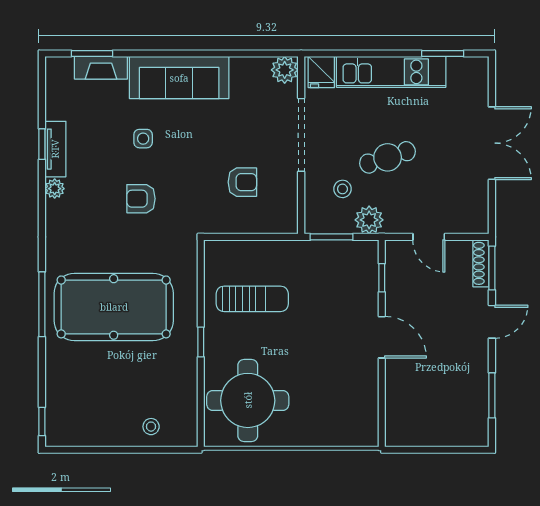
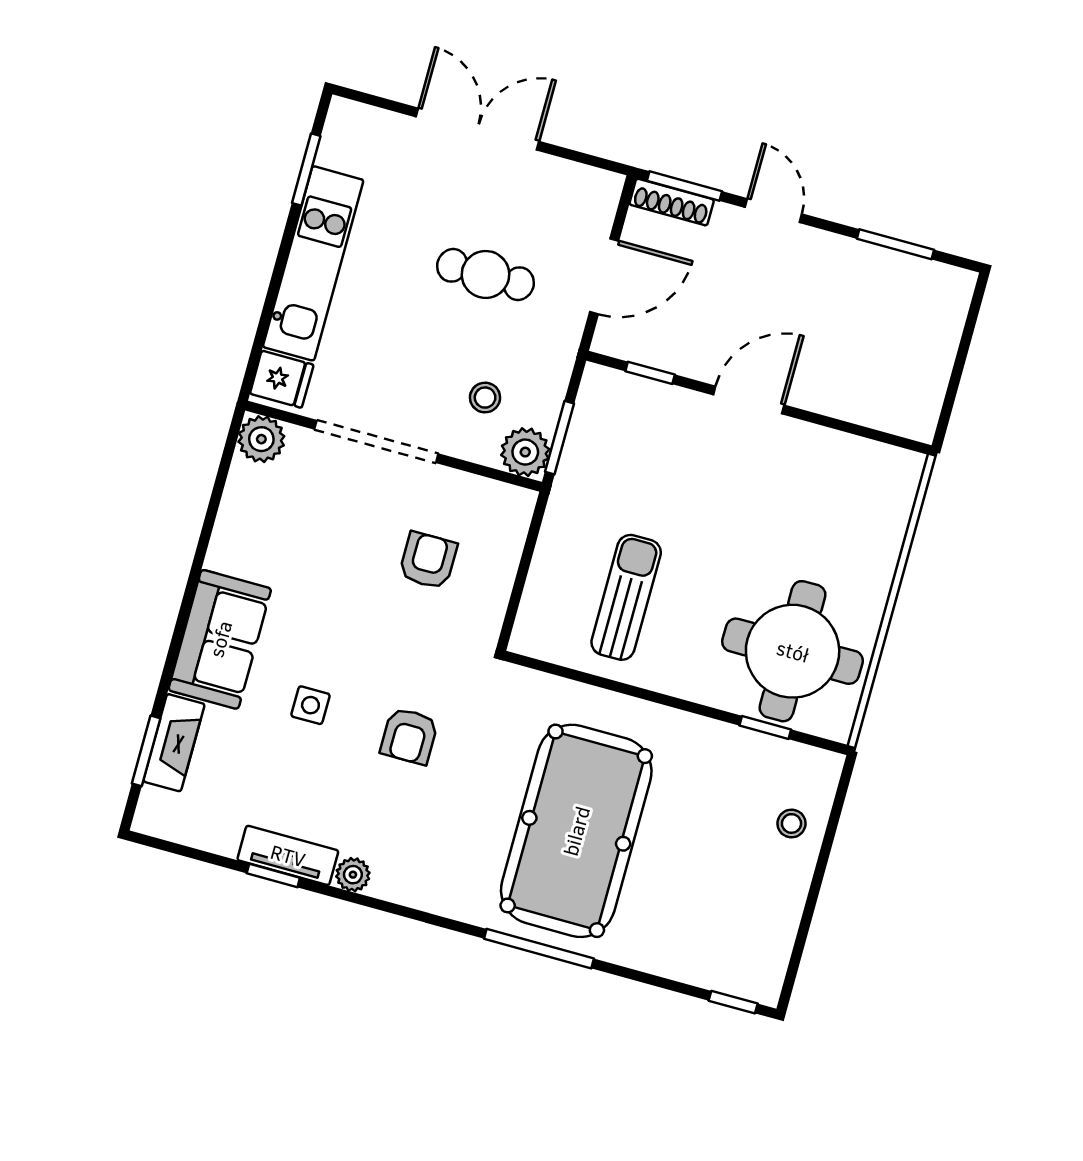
sofa: (179, 78) -> (220, 639), width x0.73
cafe table: (388, 157) -> (486, 274), moved, turned -72
plant: (369, 220) -> (525, 452), moved
door: (429, 237) -> (604, 276), width x1.38
window: (201, 342) -> (765, 727), moved

